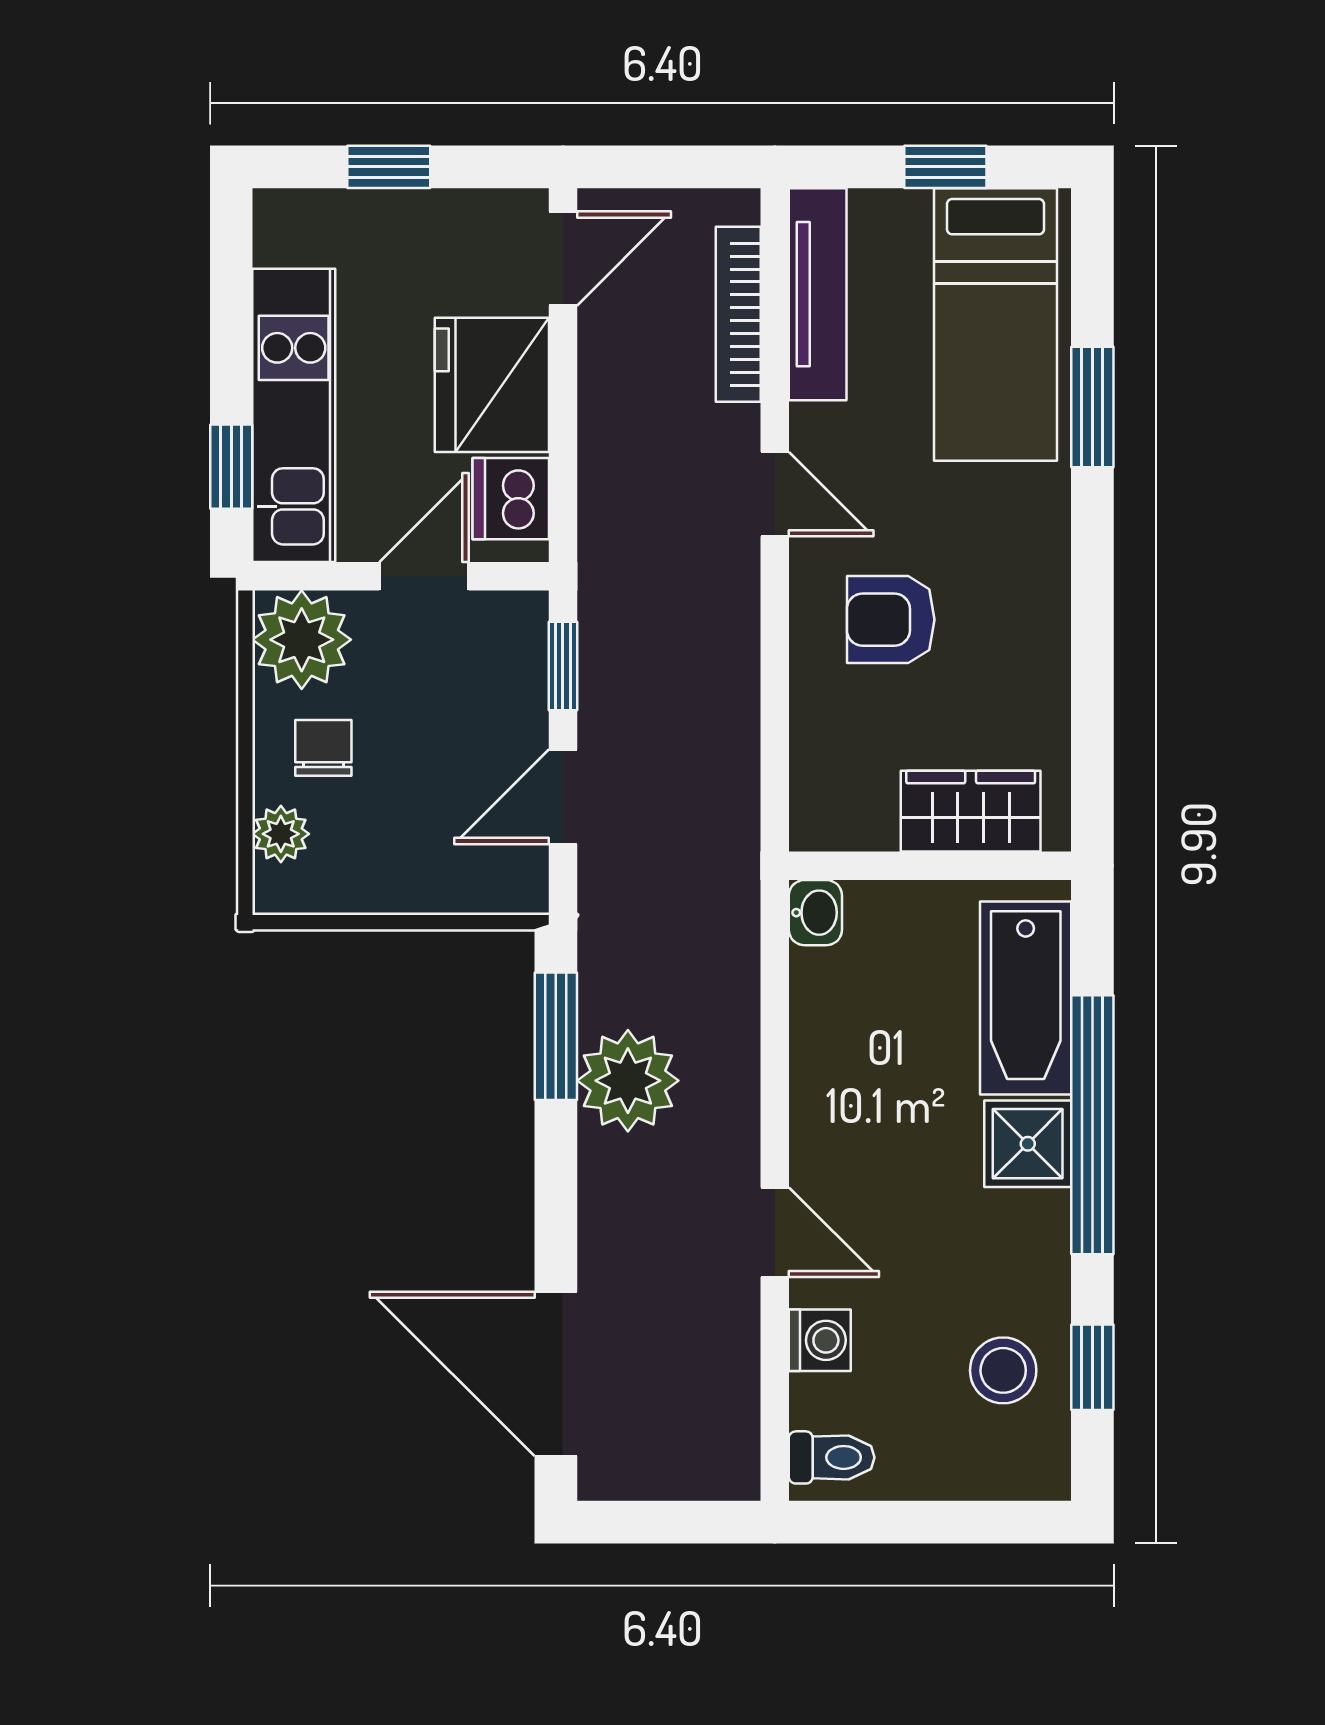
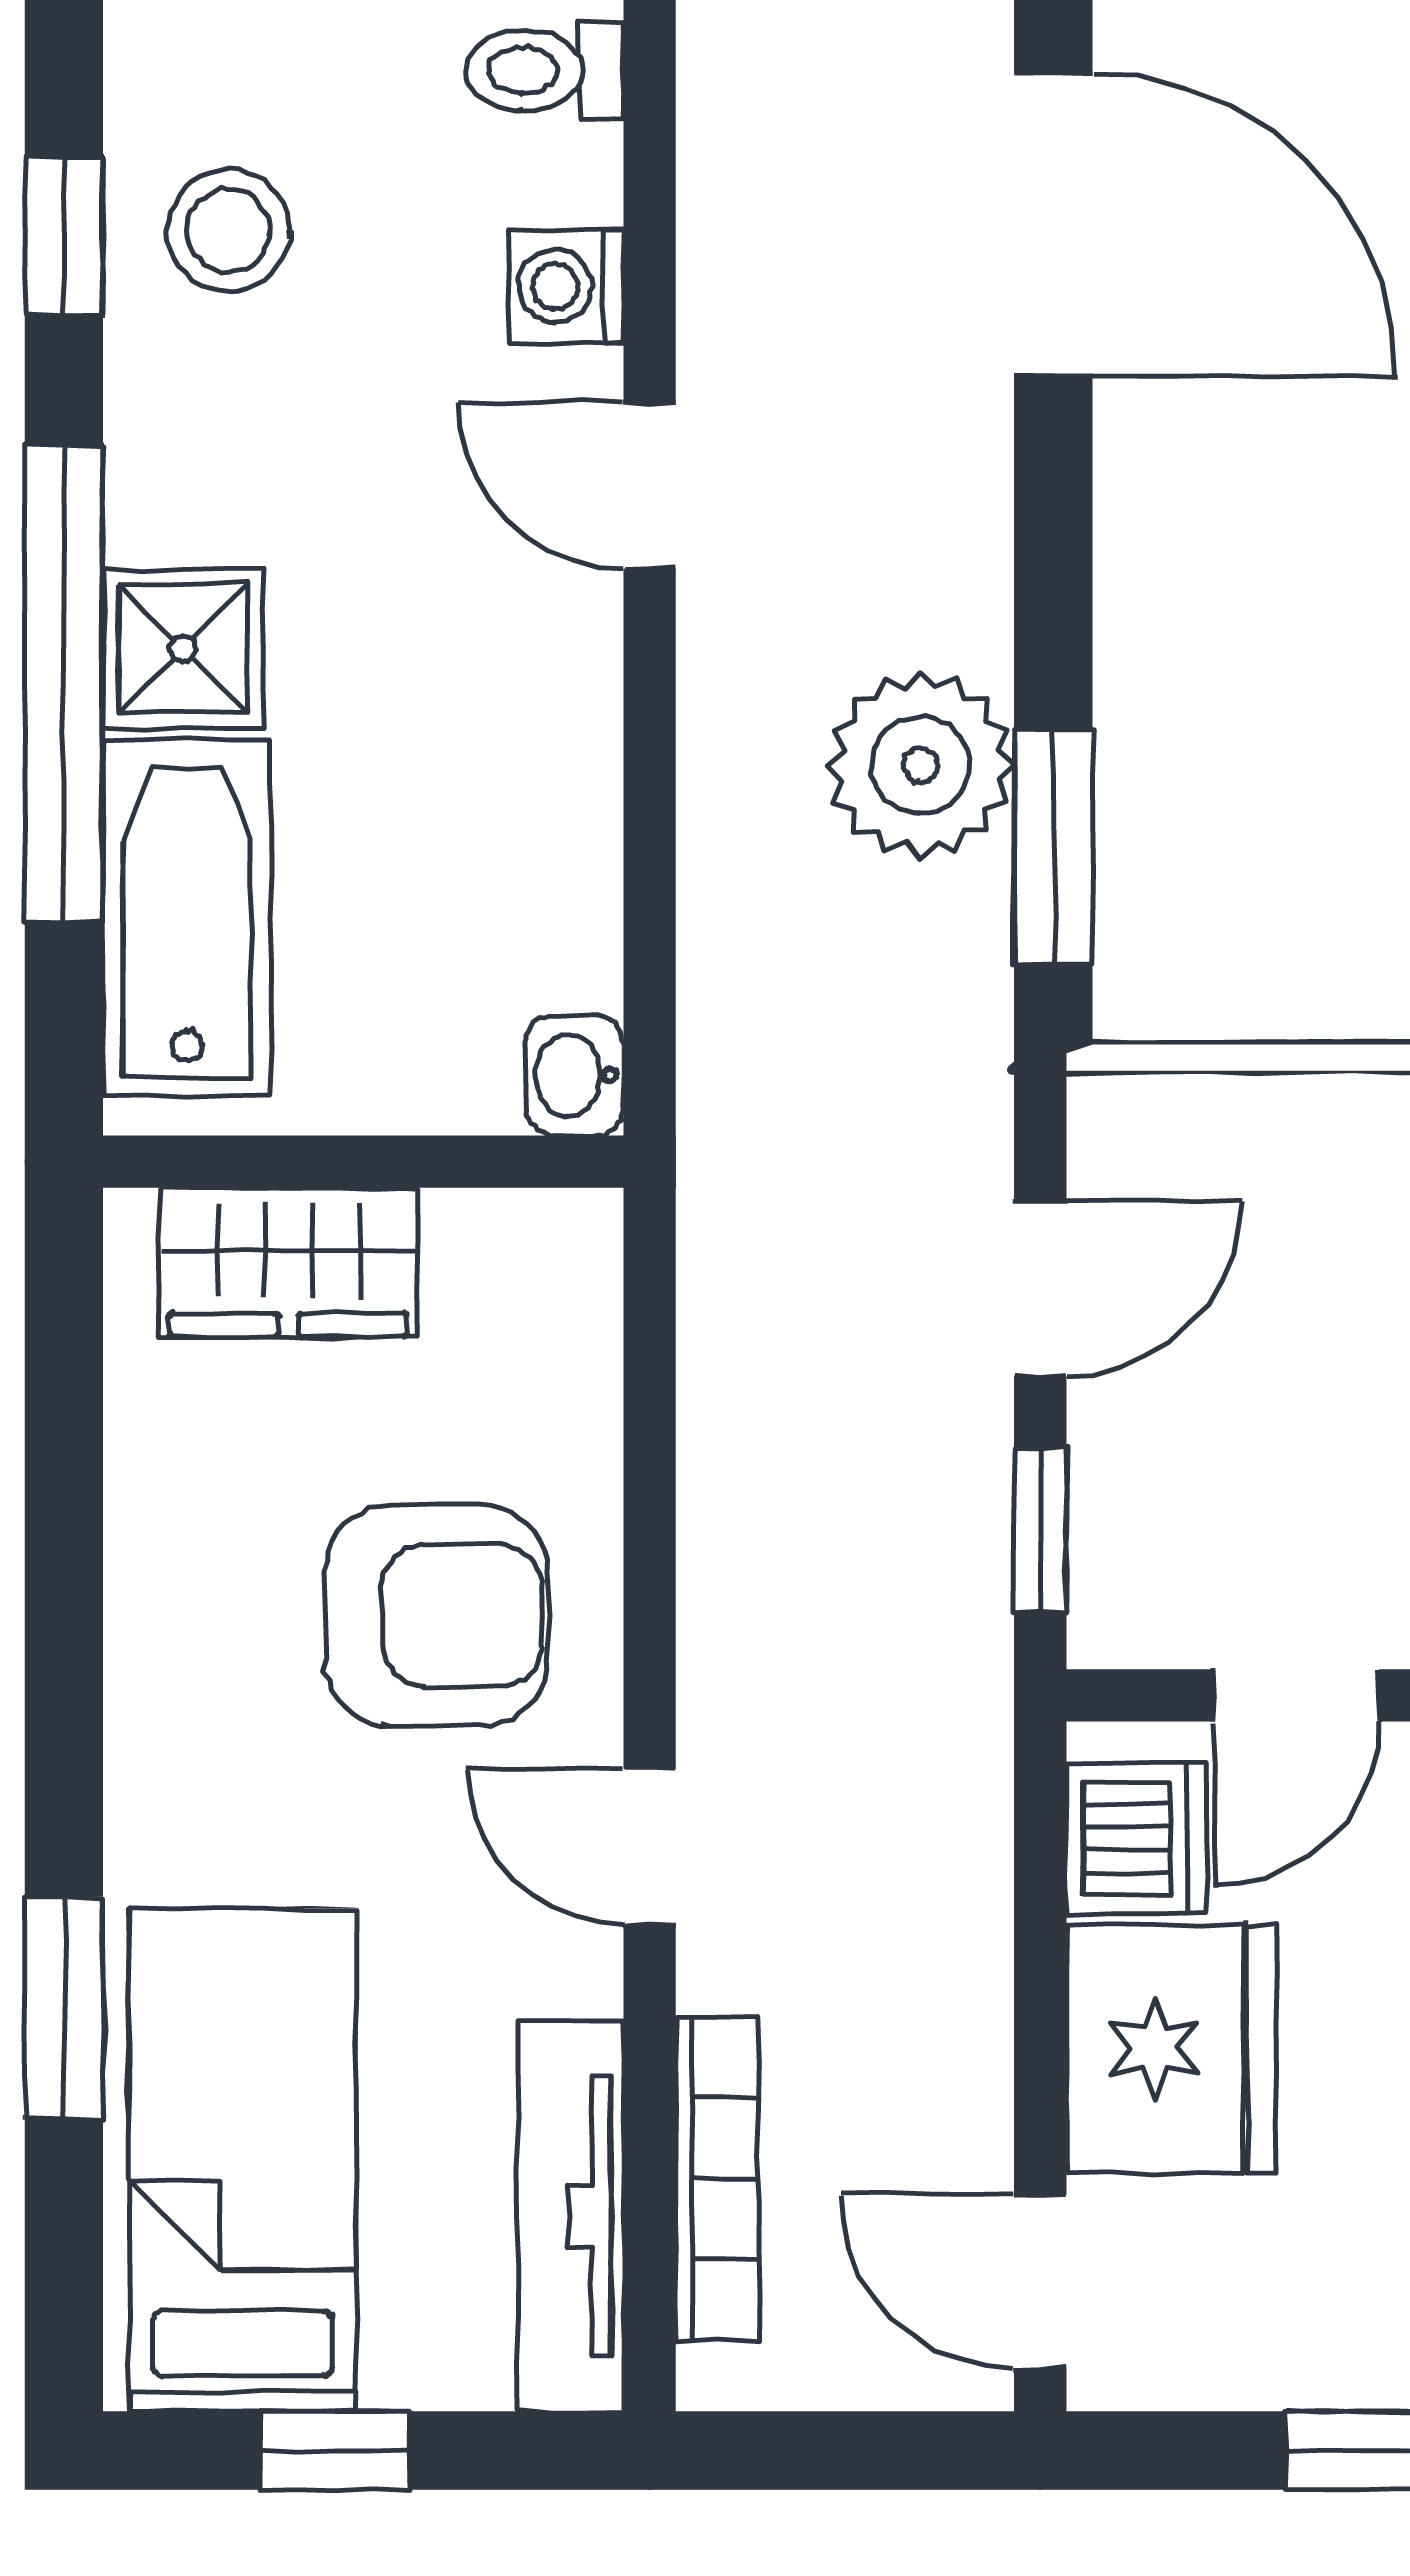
door: (563, 258) -> (1040, 2282), hinge flipped
armchair: (891, 620) -> (436, 1615), width x1.38, depth x1.38

